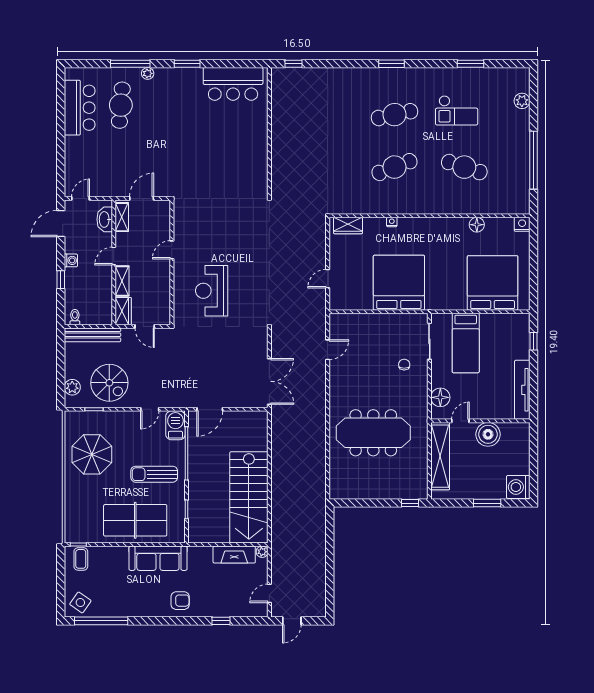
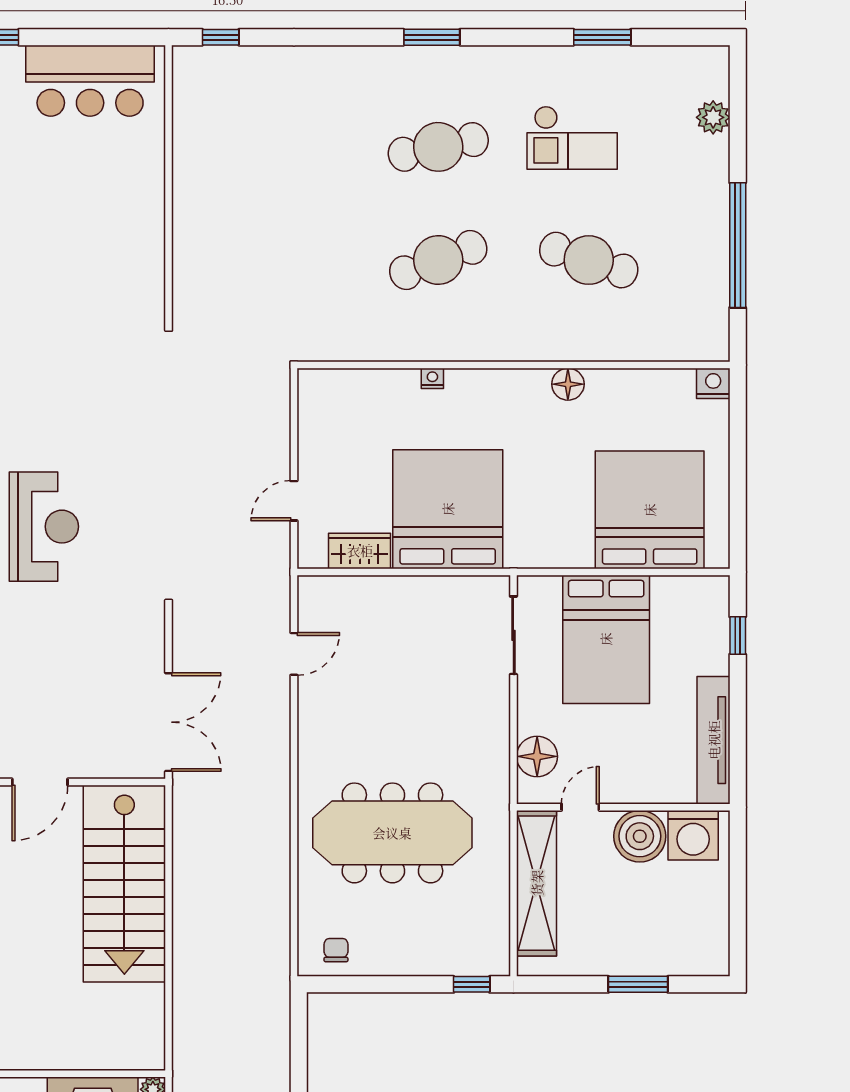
wardrobe: (348, 225) -> (360, 551), moved, turned 180
floor lamp: (477, 225) -> (568, 384), moved
reception desk: (212, 291) -> (44, 527), turned 180
bed: (466, 343) -> (606, 639), width x1.50
chair: (404, 365) -> (336, 950), moved
washing machine: (518, 487) -> (693, 835), moved, turned -90
stairs: (249, 497) -> (124, 884), moved

